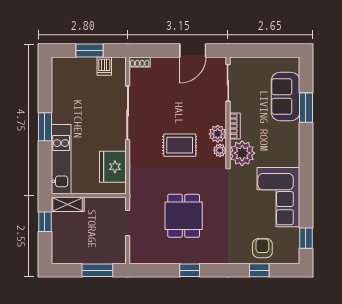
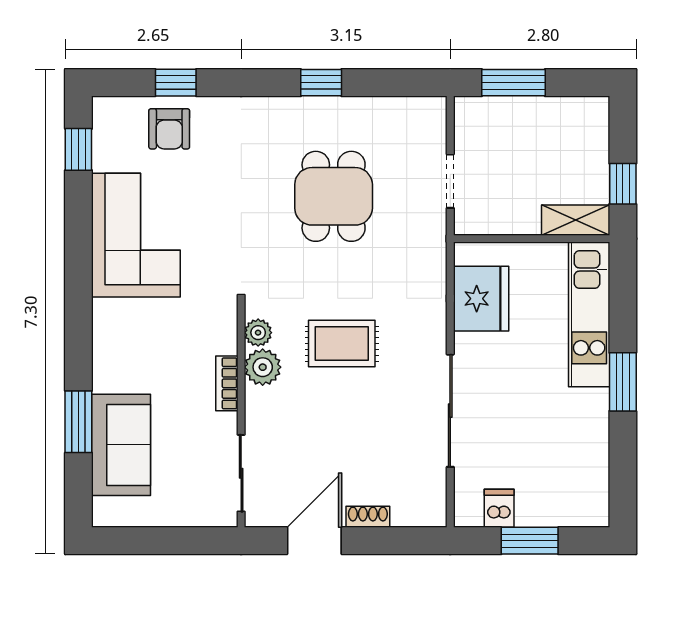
shoe rack: (140, 62) -> (368, 517), moved
plant: (242, 153) -> (211, 327), removed

